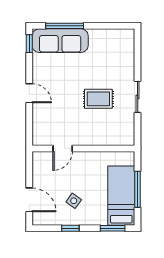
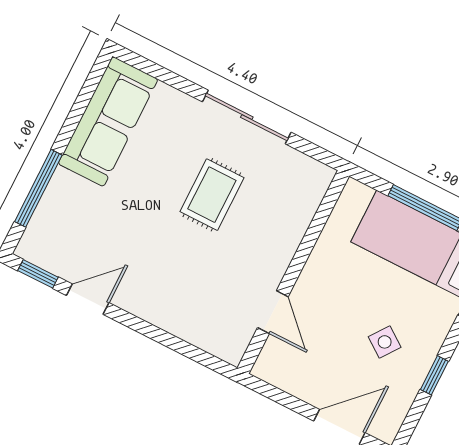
sofa: (60, 41) -> (108, 121), moved
door: (29, 93) -> (88, 299), moved
sliding door: (138, 97) -> (247, 117), width x1.37

